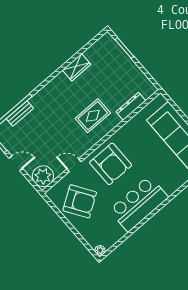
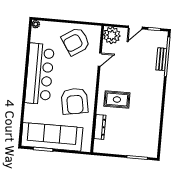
wardrobe: (77, 67) -> (154, 119), removed
rug: (93, 116) -> (117, 99), turned 90
armchair: (111, 164) -> (75, 101), moved, turned -100
bar counter: (139, 204) -> (40, 74), width x1.36

